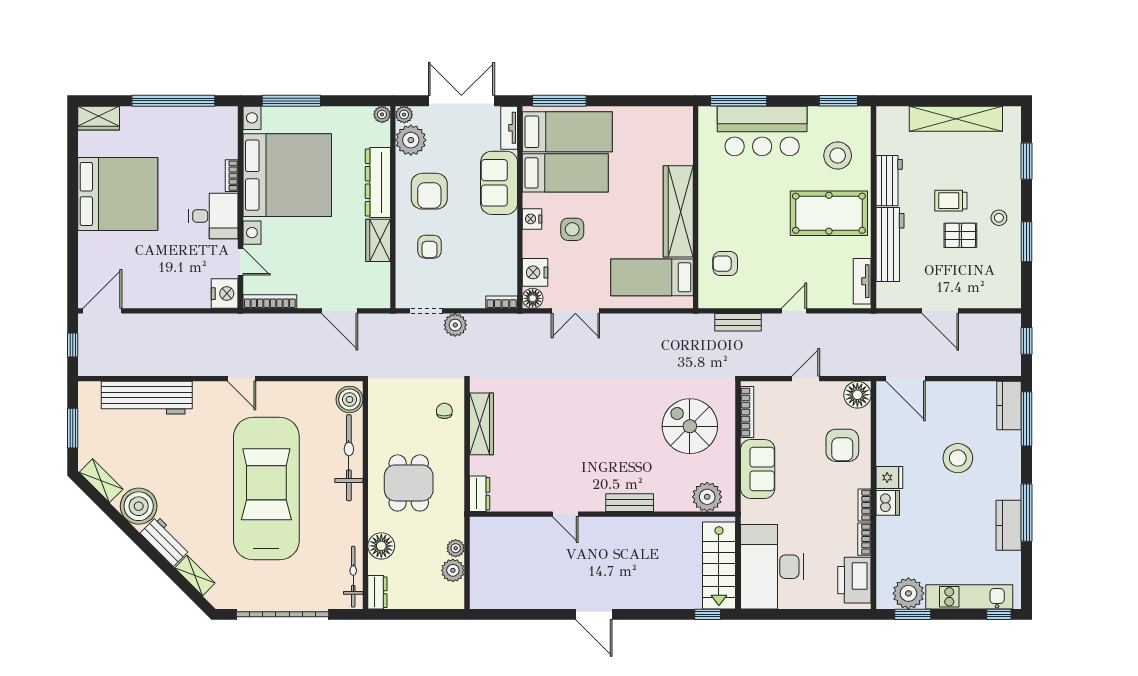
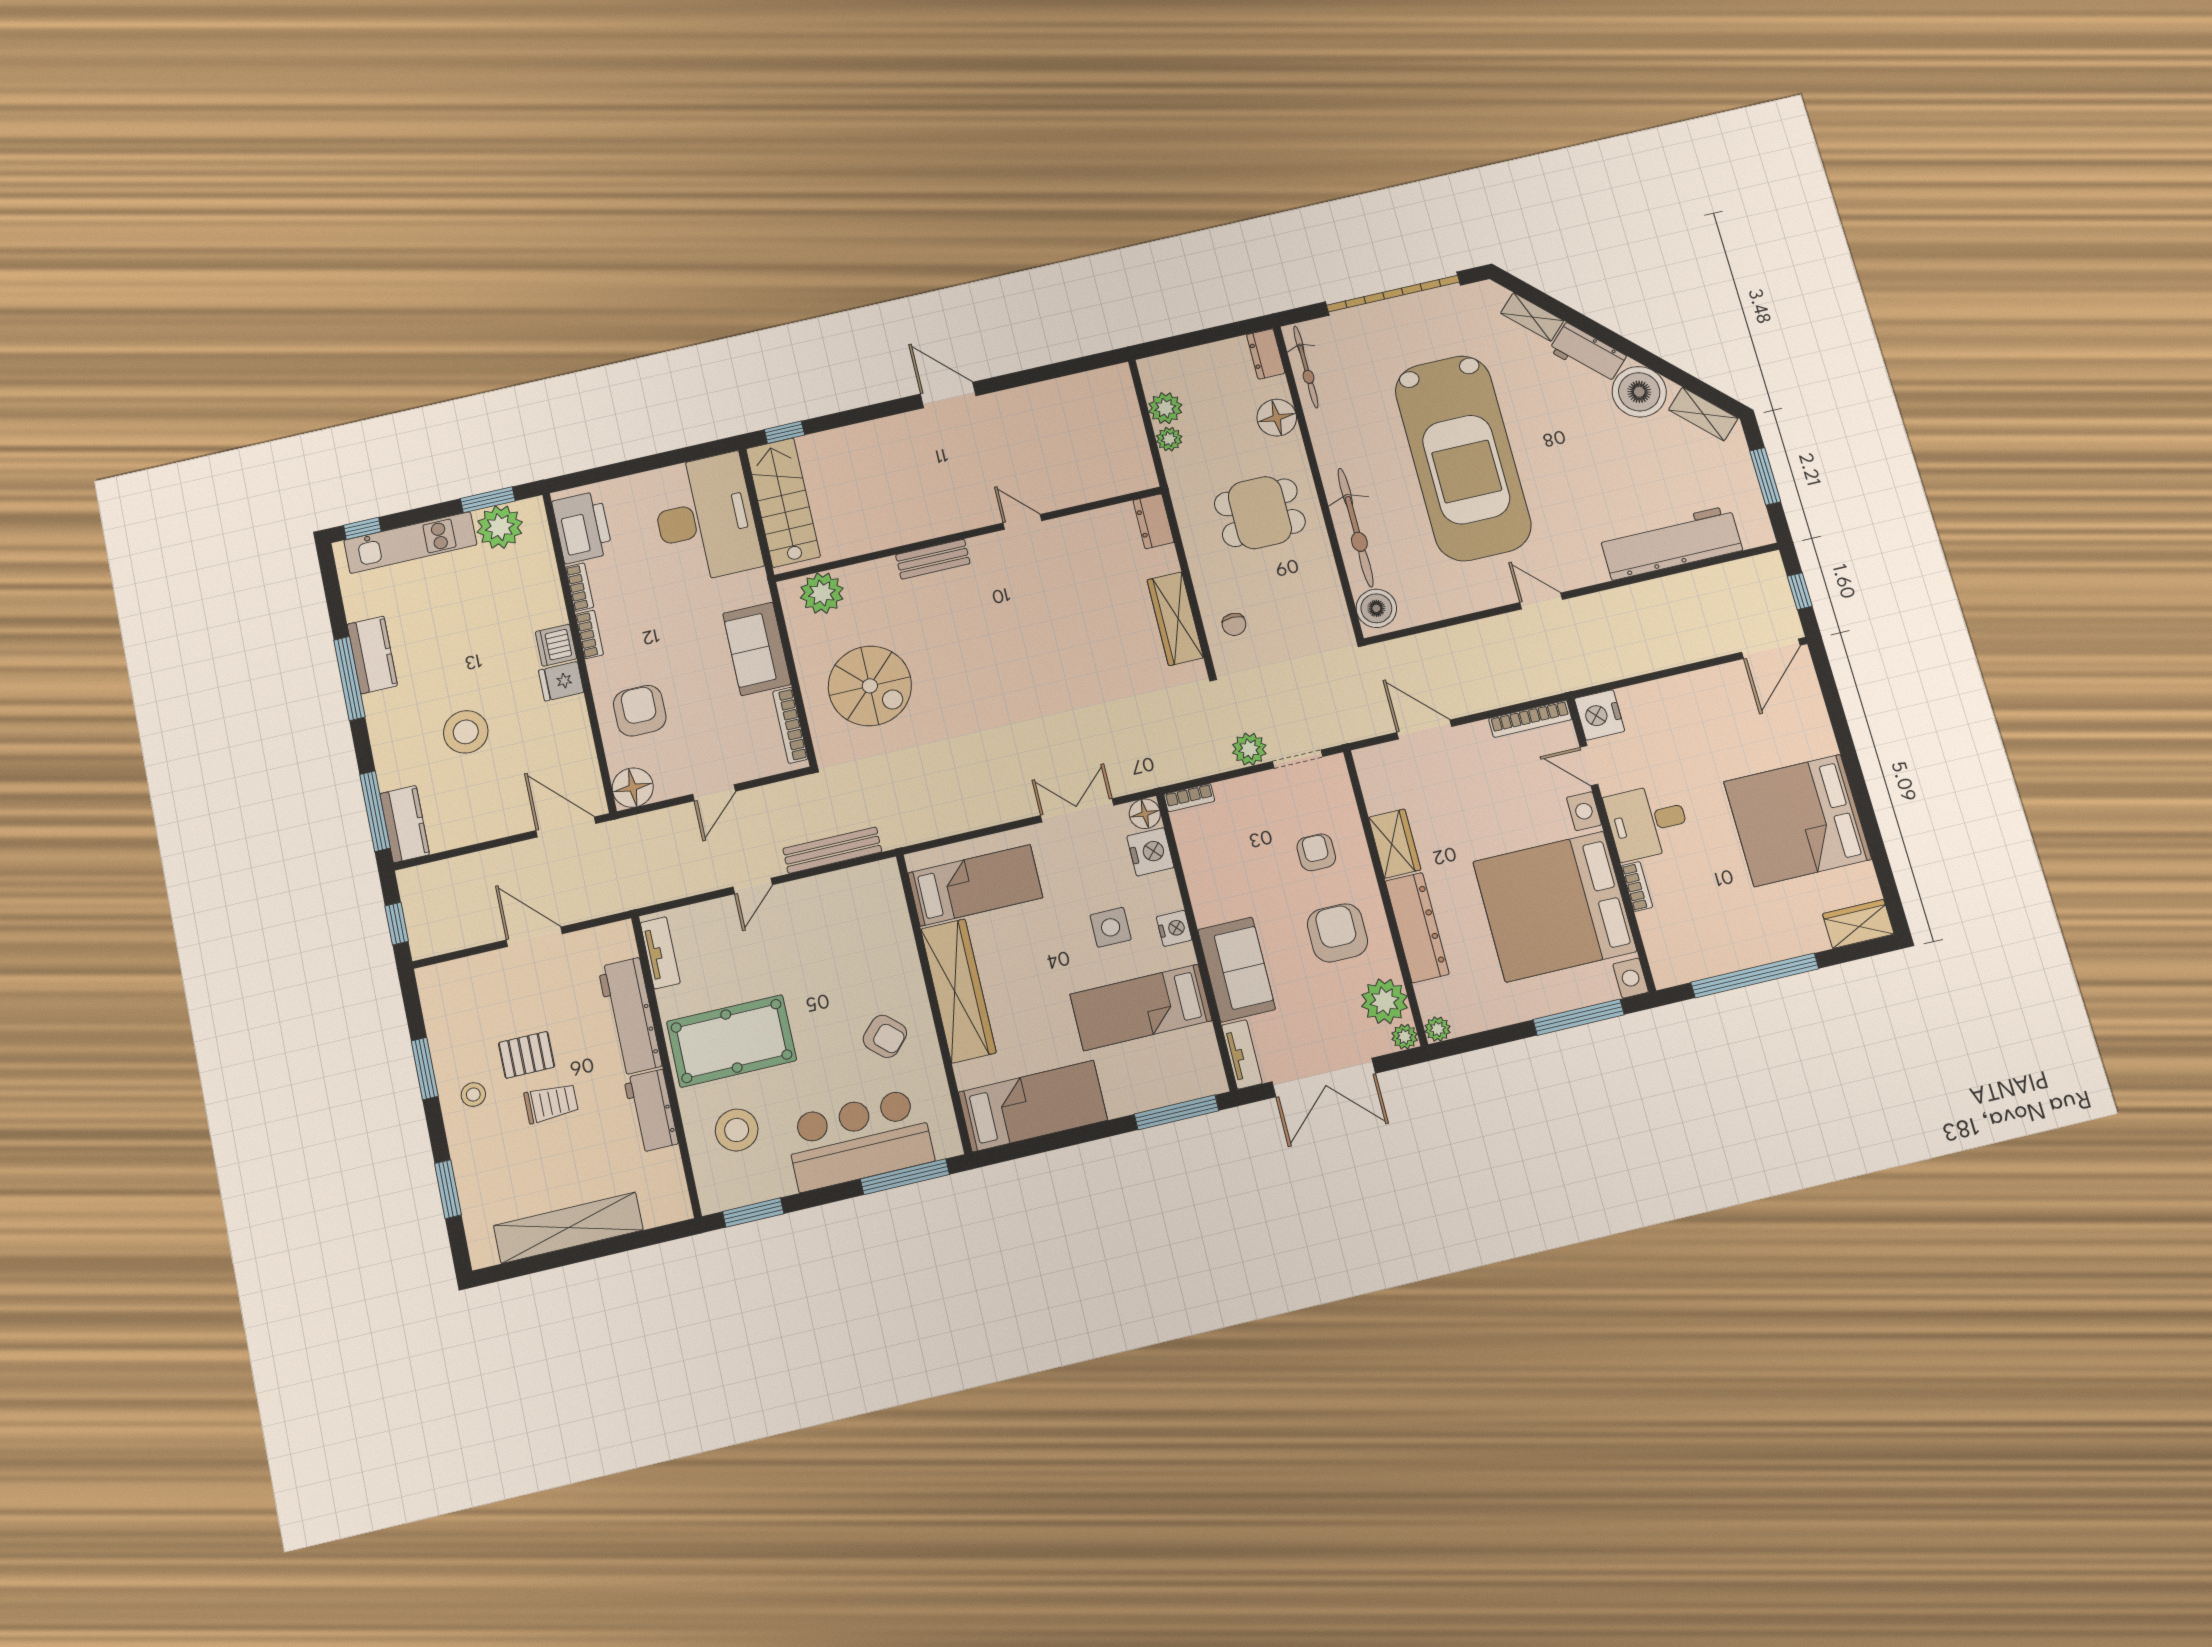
bed: (567, 132) -> (1033, 1106), moved, turned 180
armchair: (725, 264) -> (885, 1036), moved, turned 43
bench: (738, 322) -> (832, 850), width x1.36
dining table: (409, 483) -> (1260, 513), turned 90

